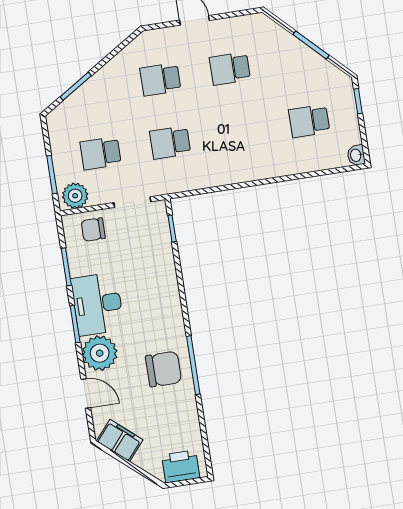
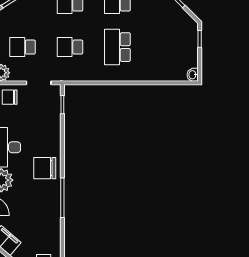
school desk: (309, 121) -> (117, 47), moved, width x1.85
chair: (163, 369) -> (45, 168), moved, turned 180

